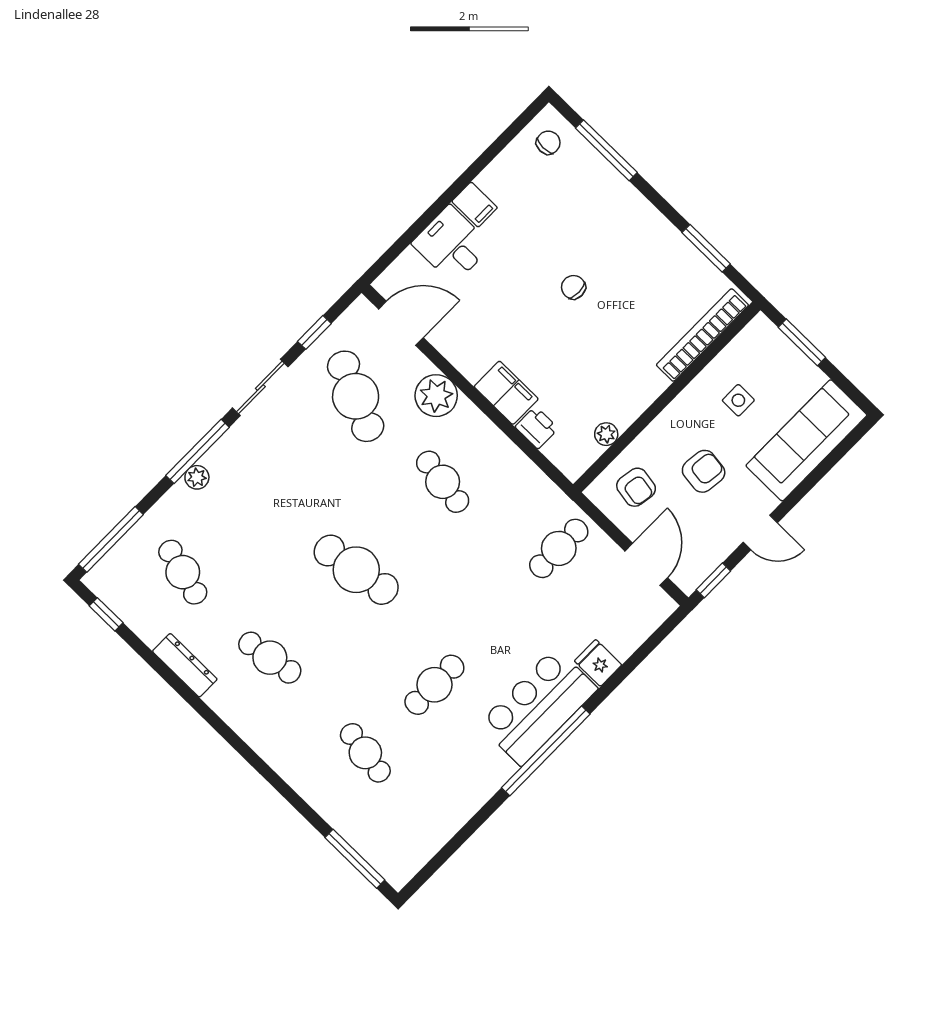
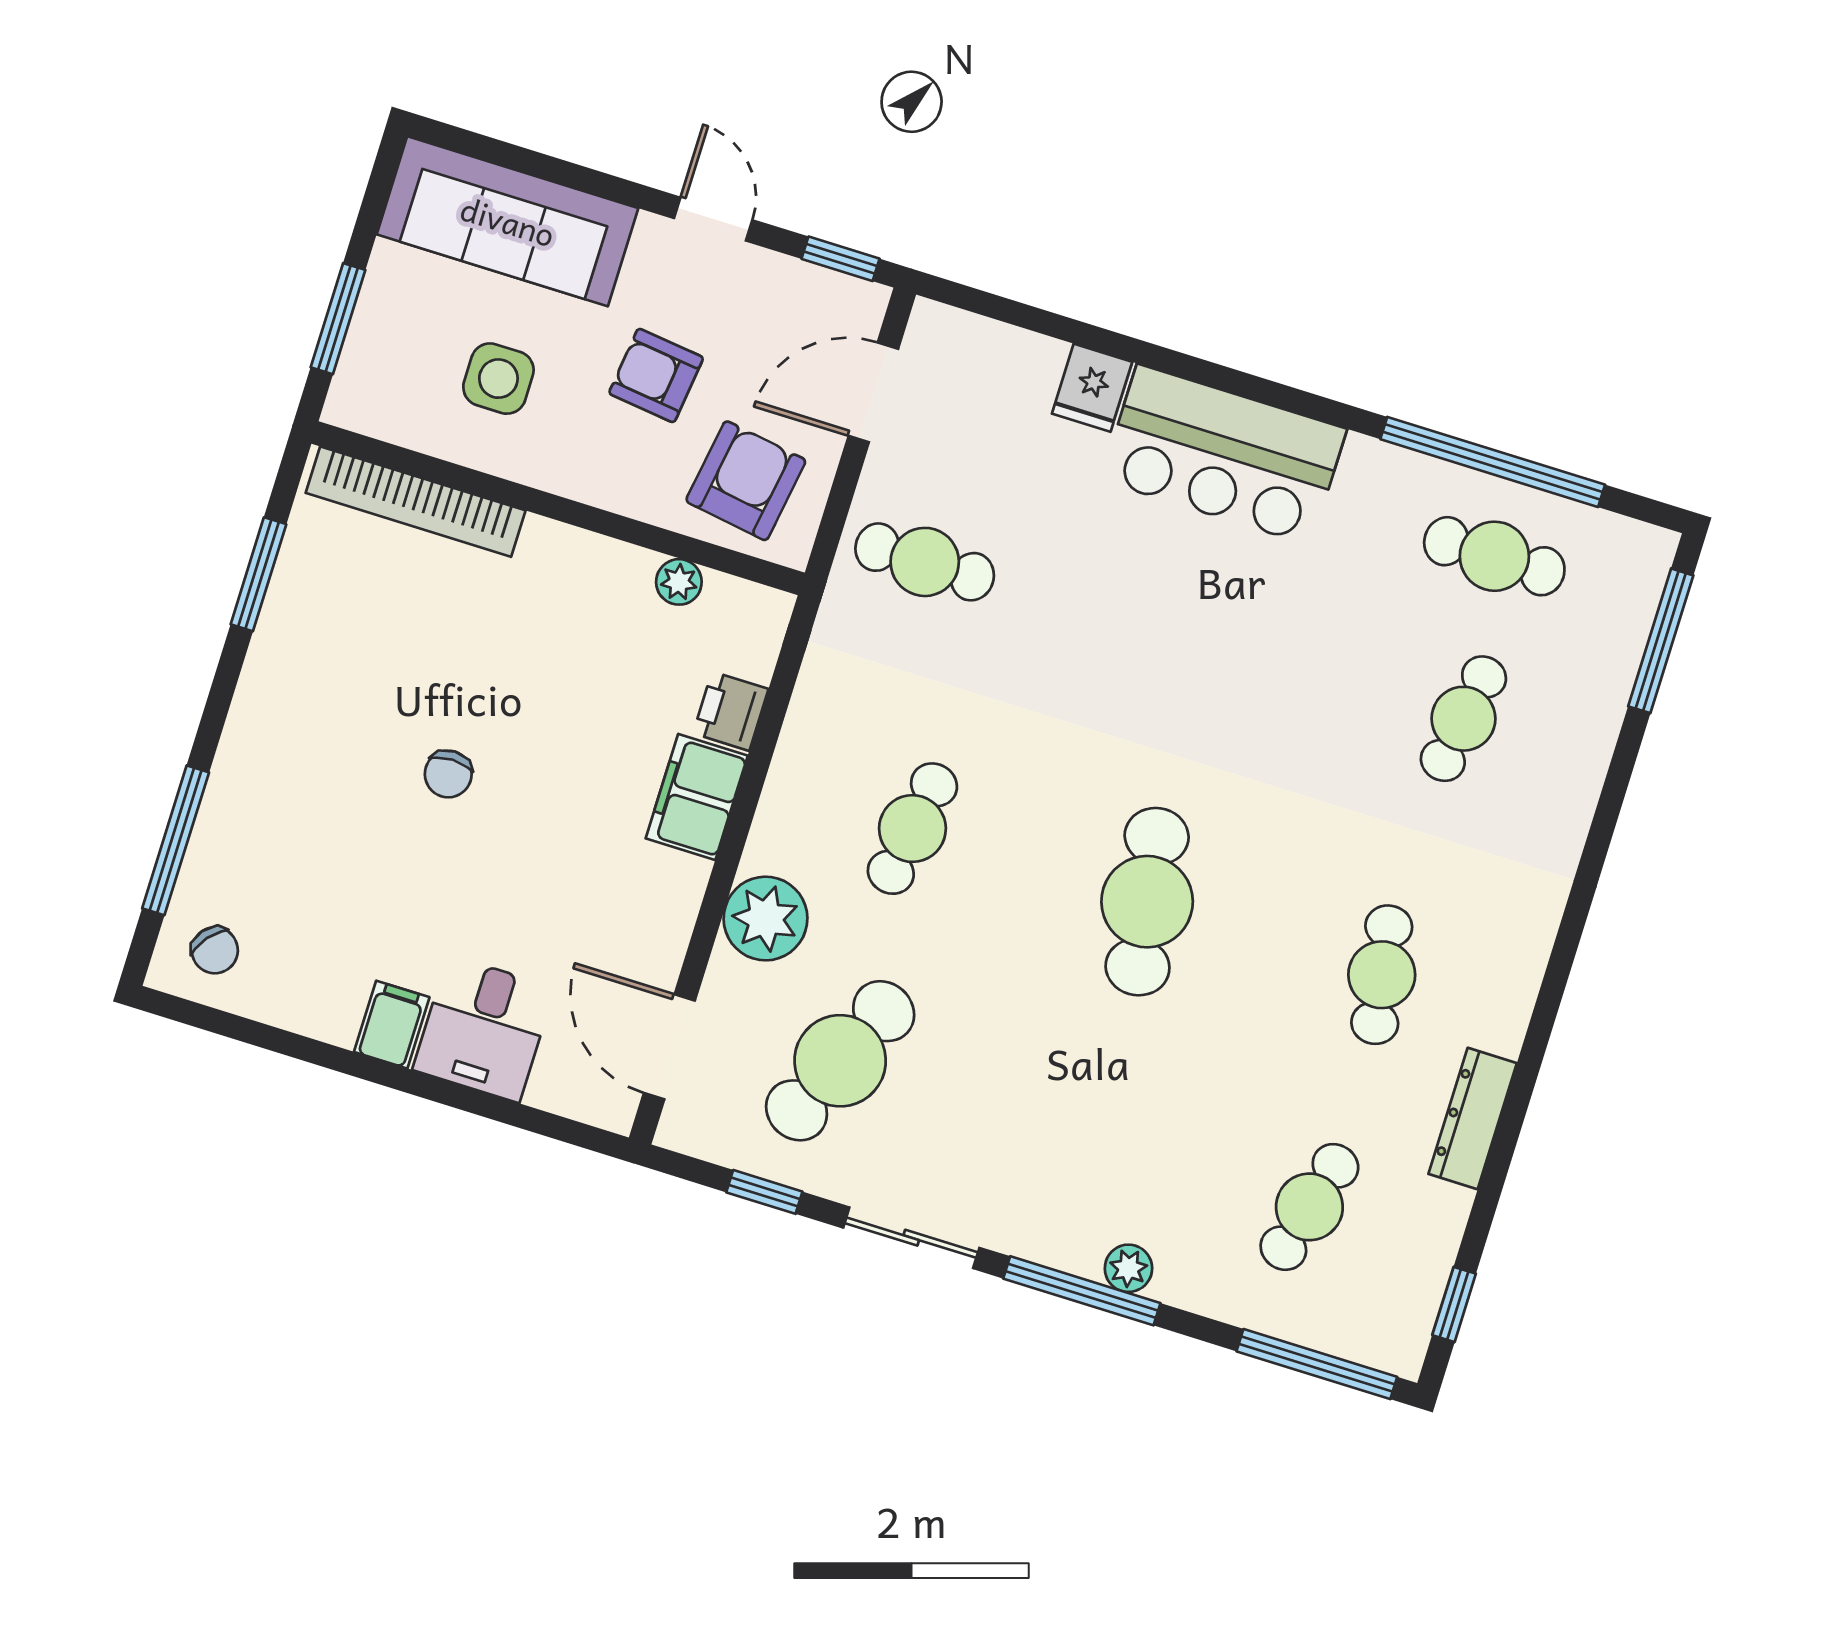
chair: (548, 143) -> (215, 950), turned -141
side table: (738, 400) -> (498, 379), width x1.37, depth x1.37
armchair: (636, 487) -> (746, 481), width x1.38, depth x1.38
cafe table: (434, 685) -> (1494, 556), moved
window: (546, 751) -> (1493, 462), moved

